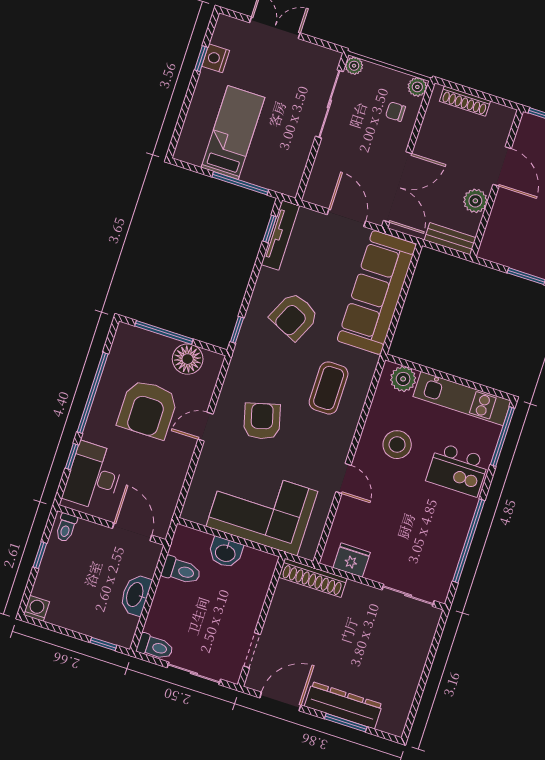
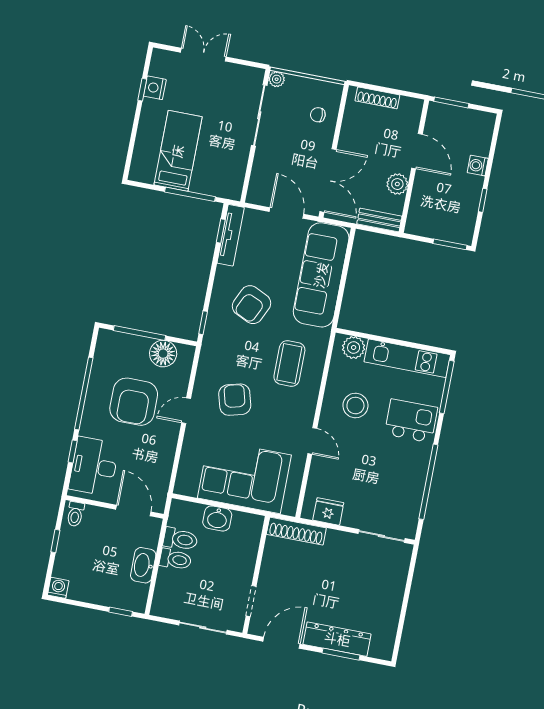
plant: (417, 87) -> (334, 91), removed
kitchen island: (458, 470) -> (411, 421), turned 180
toilet: (155, 647) -> (175, 559), moved

